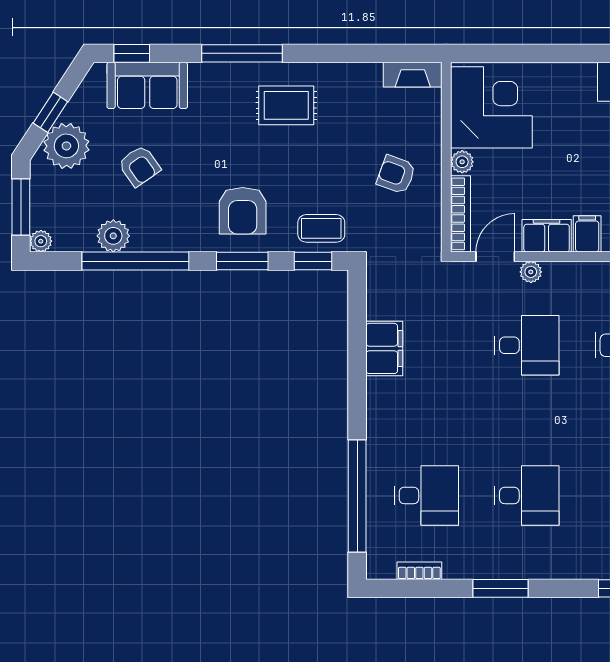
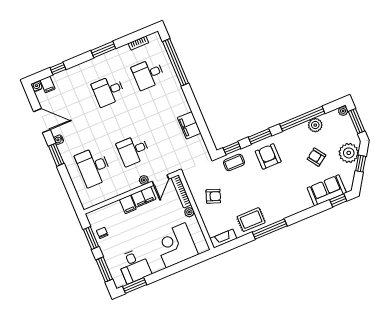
window: (242, 53) -> (270, 229), moved
rug: (286, 105) -> (251, 220), moved
corner desk: (491, 107) -> (176, 245), moved, turned 90

